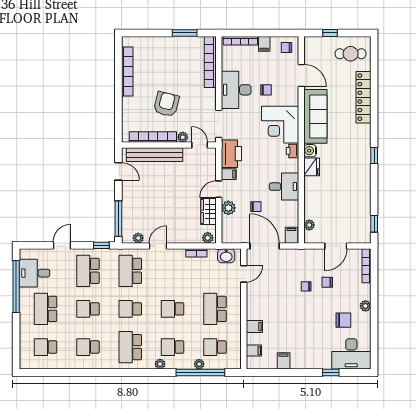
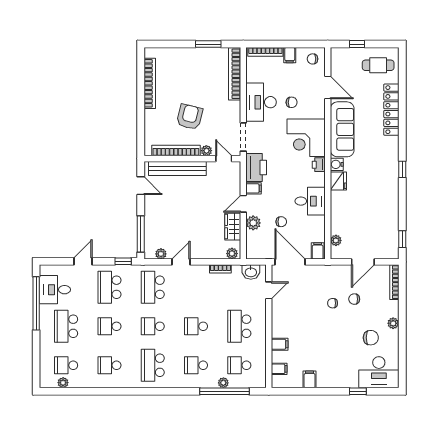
plant: (160, 364) -> (63, 383), moved

